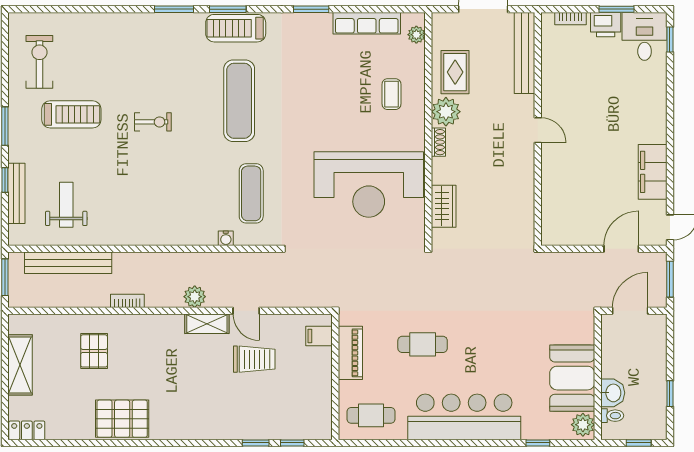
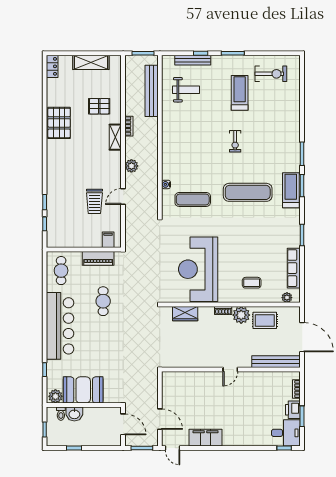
treadmill: (71, 114) -> (240, 93), turned 180
shelving: (207, 324) -> (115, 137), moved

